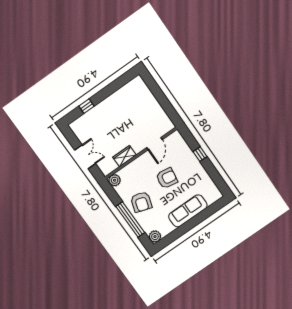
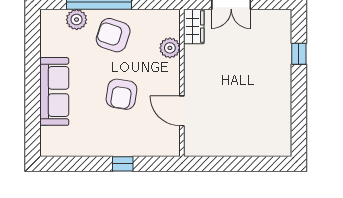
wardrobe: (124, 156) -> (194, 26), moved
plant: (115, 180) -> (170, 48), moved
plant: (155, 237) -> (77, 20), moved

